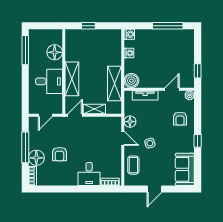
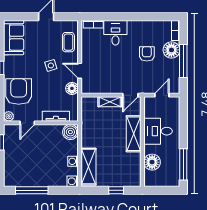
shelving: (114, 84) -> (88, 167), moved
armchair: (180, 119) -> (19, 92), width x1.88, depth x1.88

